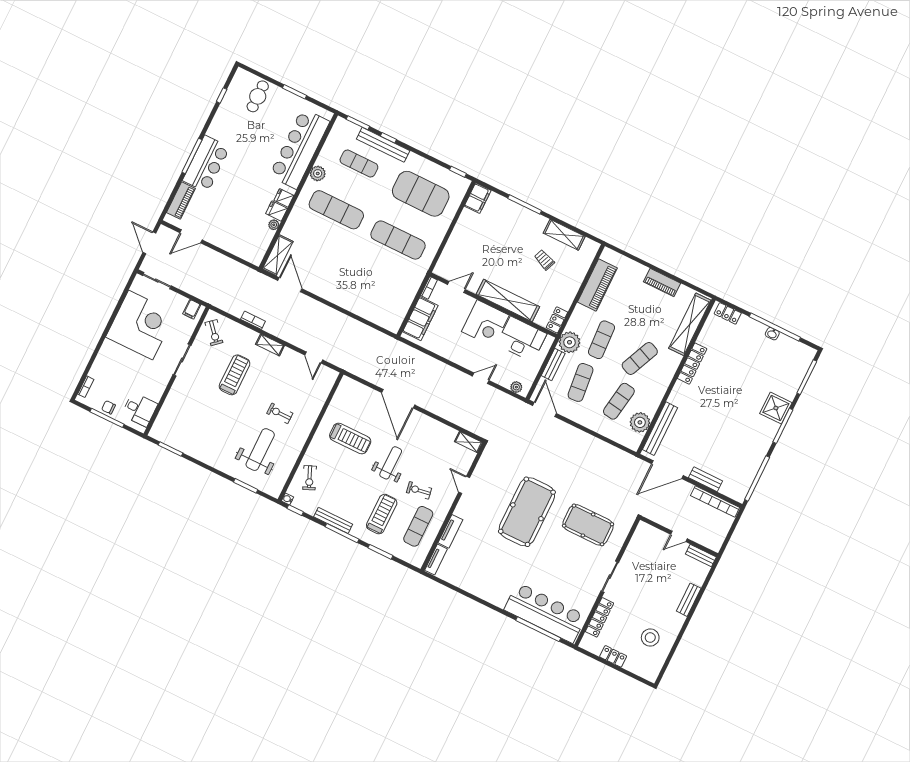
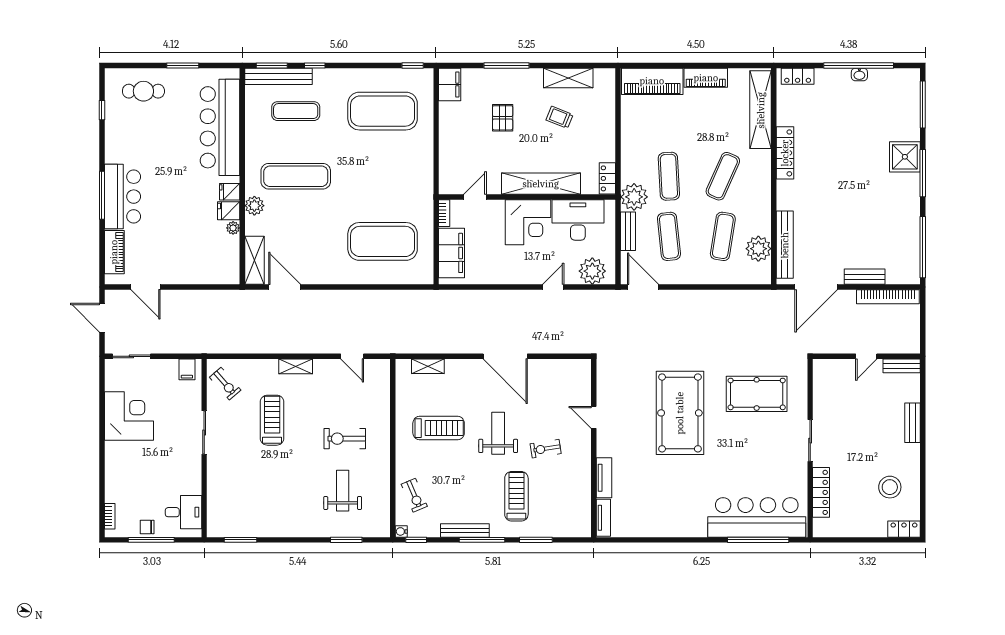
cafe table: (258, 96) -> (143, 91), turned 90
bench: (383, 145) -> (278, 76), moved
plant: (318, 173) -> (254, 206), moved
door: (191, 236) -> (146, 287), hinge flipped
exercise mat: (398, 240) -> (383, 241), moved, width x1.47
pallet: (504, 240) -> (503, 118), added
piano: (597, 285) -> (652, 81), moved, turned 90
bookcase: (253, 320) -> (263, 348), removed
corner desk: (141, 325) -> (129, 416), width x0.74, depth x0.74
plant: (516, 387) -> (592, 271), width x1.87, depth x1.87
door: (398, 399) -> (505, 356), moved
exercise bike: (280, 413) -> (345, 439), width x1.38, depth x1.39
shelving: (469, 442) -> (428, 366), moved
weight bench: (260, 450) -> (343, 491), width x0.73, depth x0.75
exercise mat: (418, 526) -> (565, 490), removed
locker: (613, 656) -> (904, 529), moved

